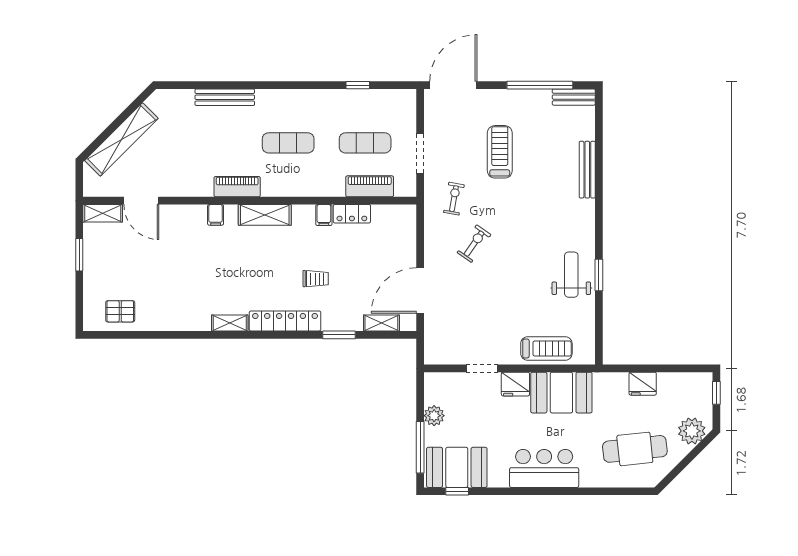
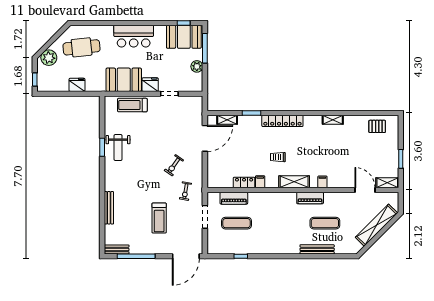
exercise mat: (288, 143) -> (325, 223), moved
trolley: (316, 279) -> (278, 157), moved
shelving: (230, 323) -> (333, 120), moved

